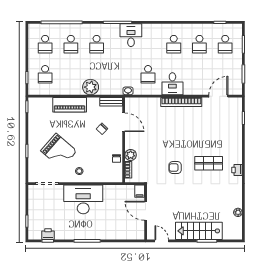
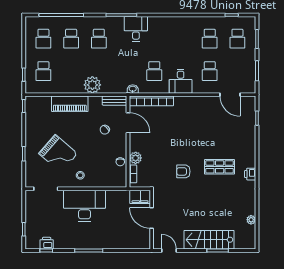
school desk: (174, 44) -> (210, 71), moved
door: (218, 96) -> (230, 95), swing flipped
bookcase: (181, 102) -> (151, 101), moved
filing cabinet: (140, 191) -> (140, 197), width x2.00

